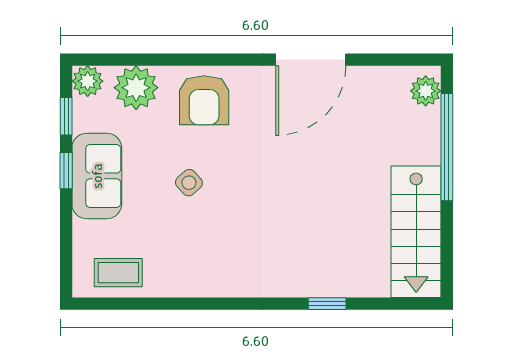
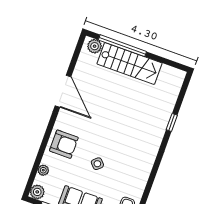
plant: (136, 88) -> (43, 170), width x0.53, depth x0.53
stairs: (416, 232) -> (129, 63), moved

